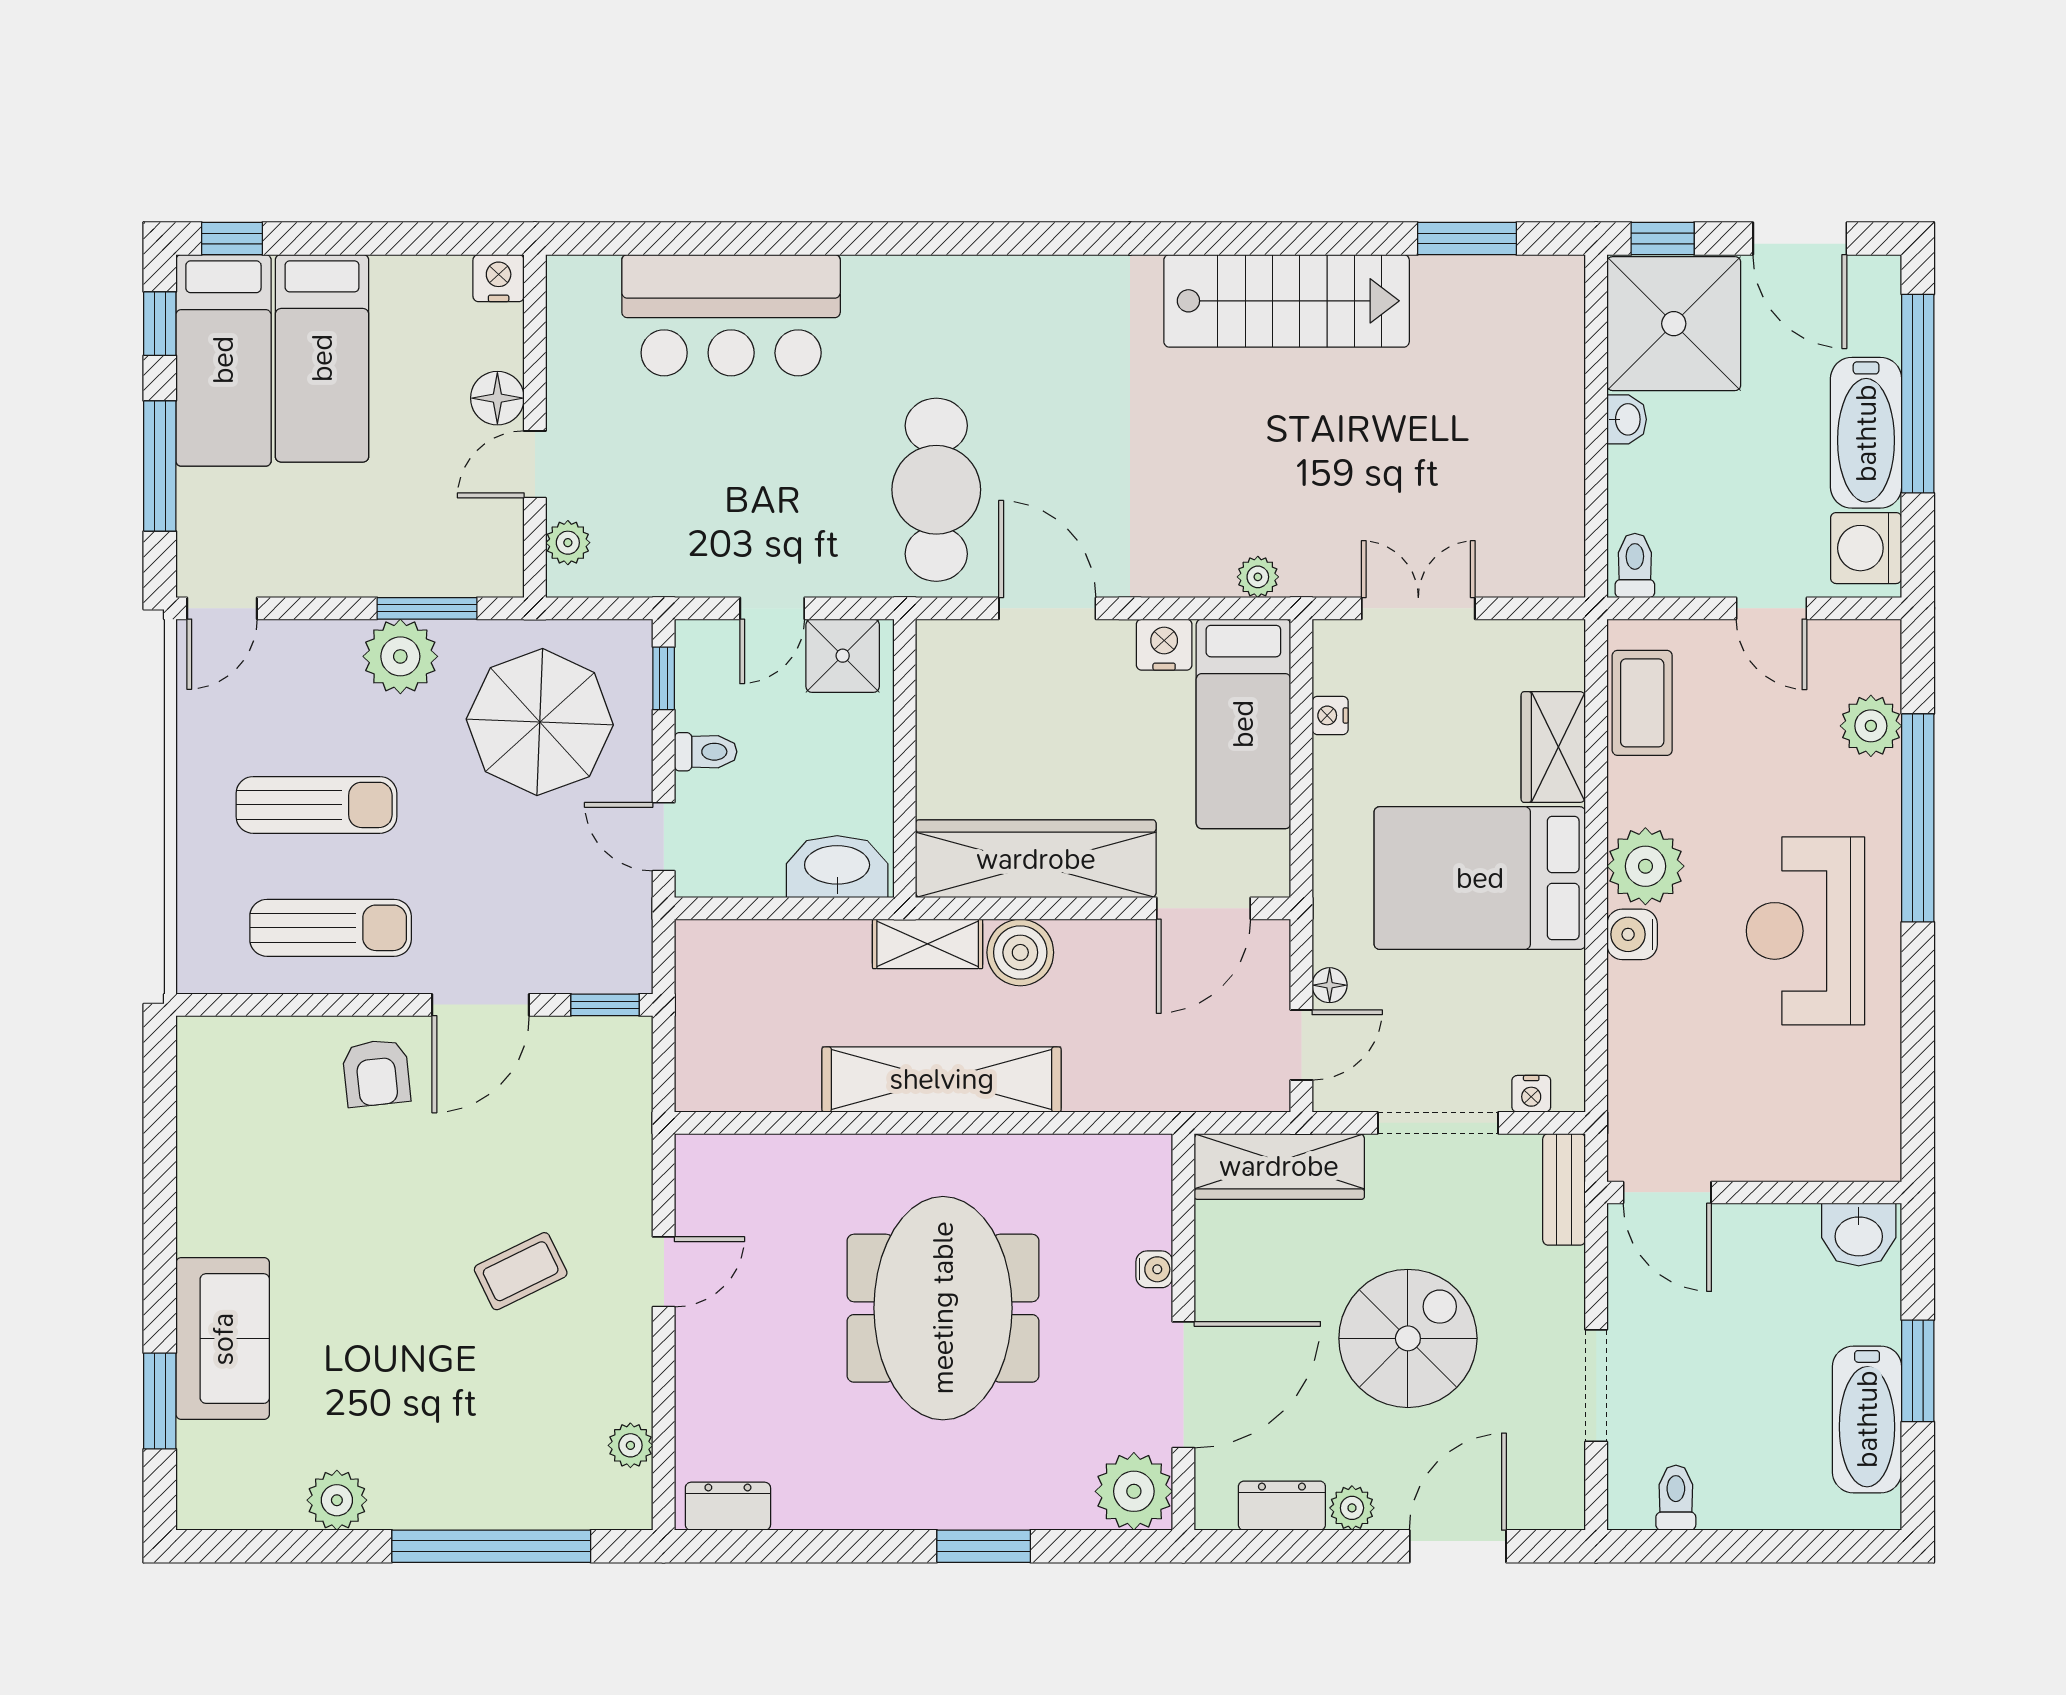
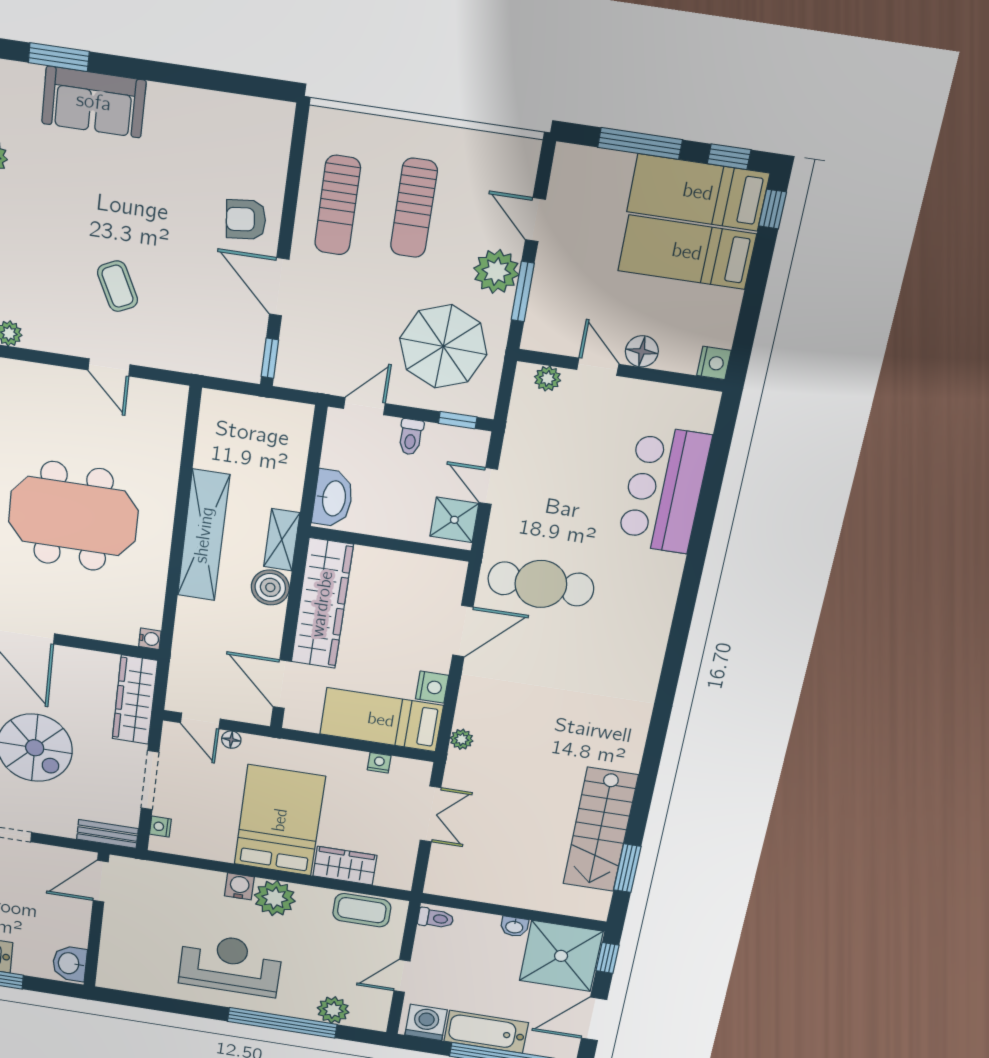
stairs: (1287, 301) -> (600, 830), moved
door: (222, 608) -> (535, 220), moved
water cooler: (1154, 1269) -> (150, 639), moved, turned -90

